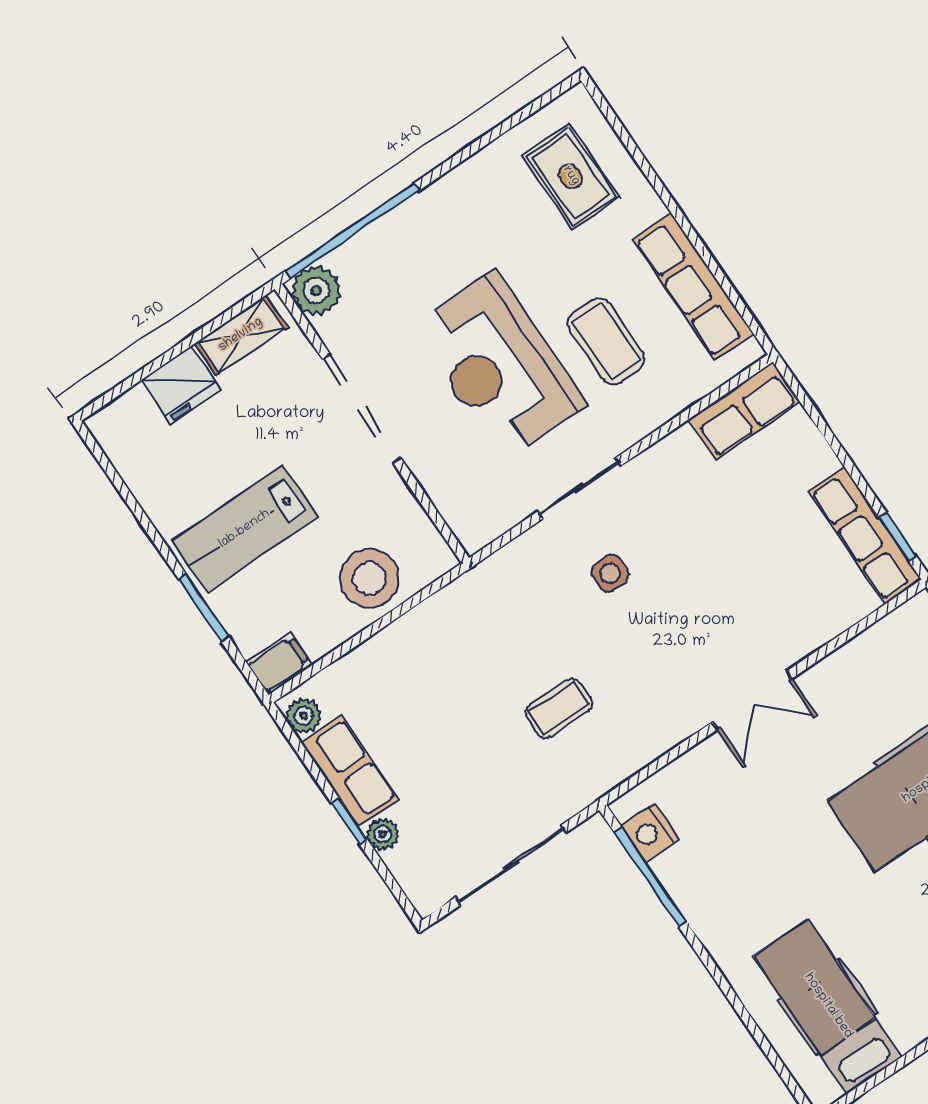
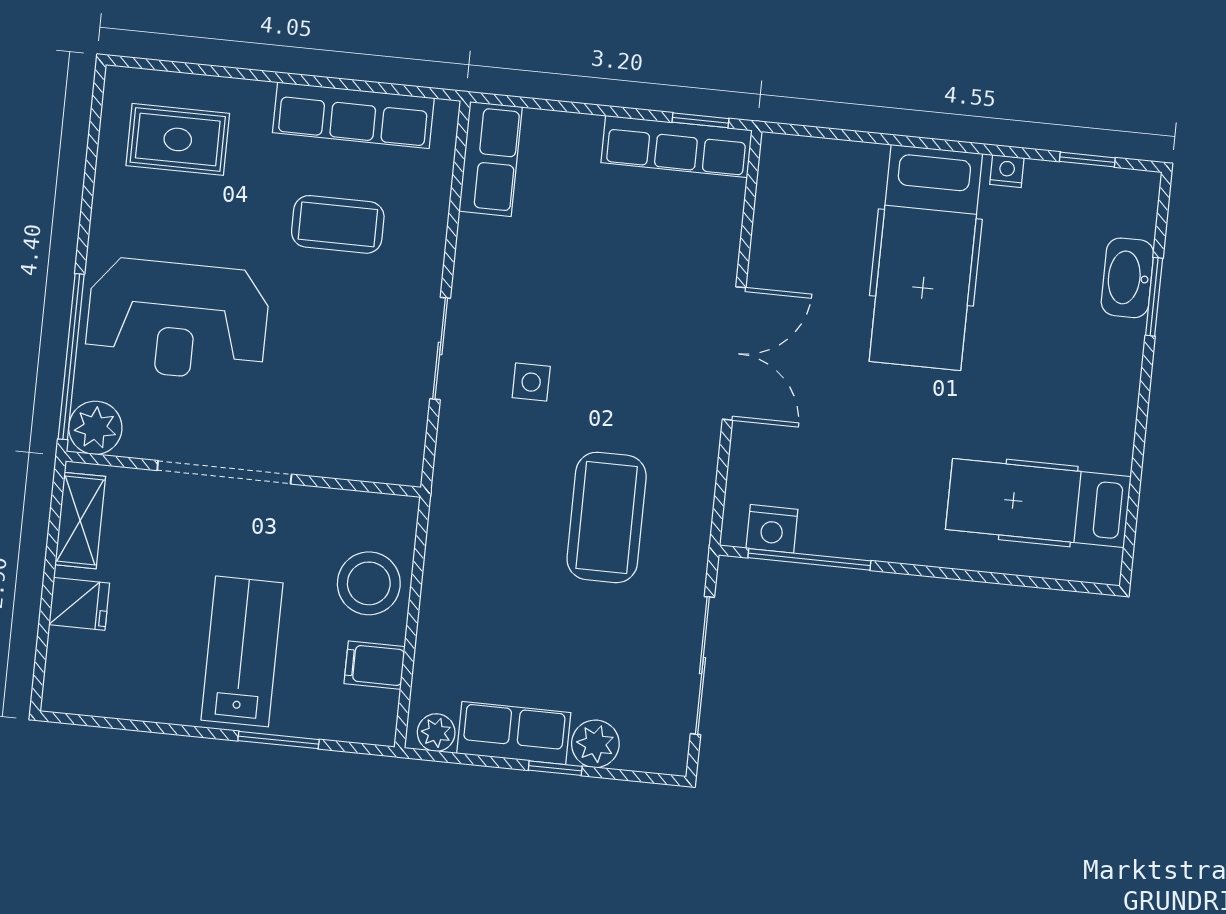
reception desk: (498, 366) -> (177, 320), moved
fridge: (181, 384) -> (79, 604), width x0.72
lab bench: (245, 529) -> (242, 651), turned 180
filing cabinet: (279, 664) -> (375, 665), moved, turned -90
double door: (752, 700) -> (734, 353), width x1.37
coffee table: (559, 708) -> (607, 517), width x1.86, depth x1.72
plant: (383, 834) -> (595, 744), width x1.38, depth x1.38

